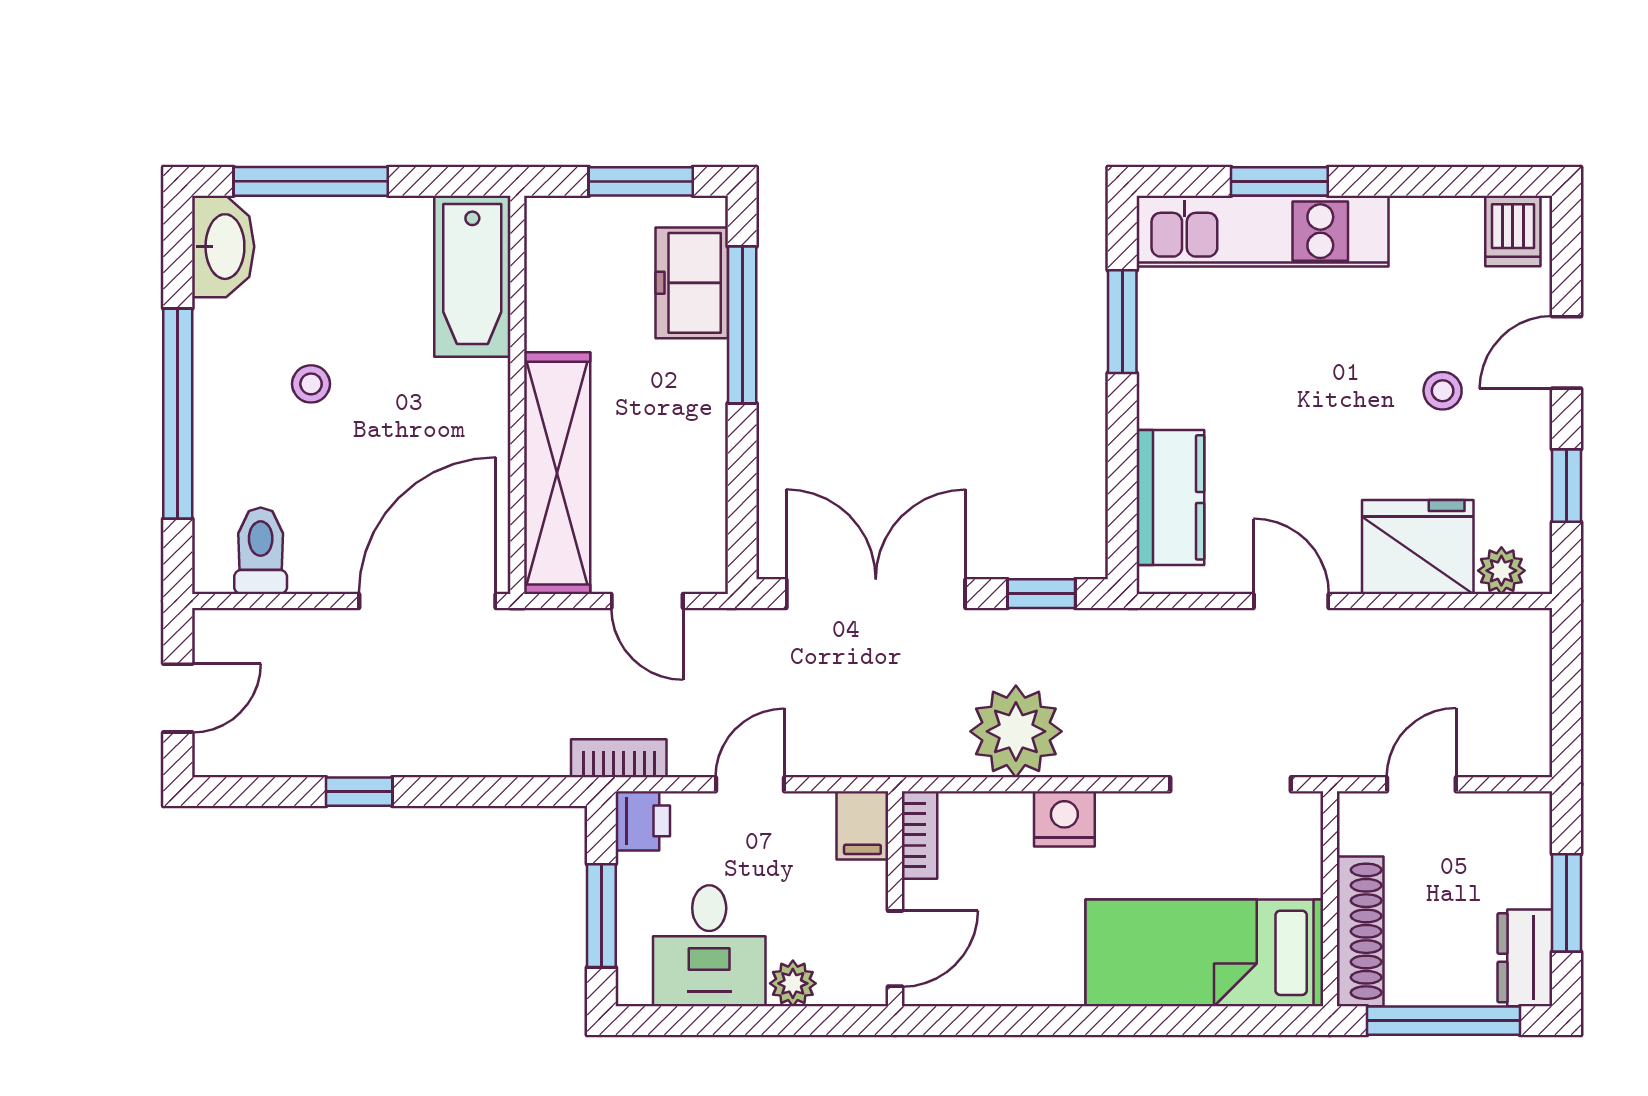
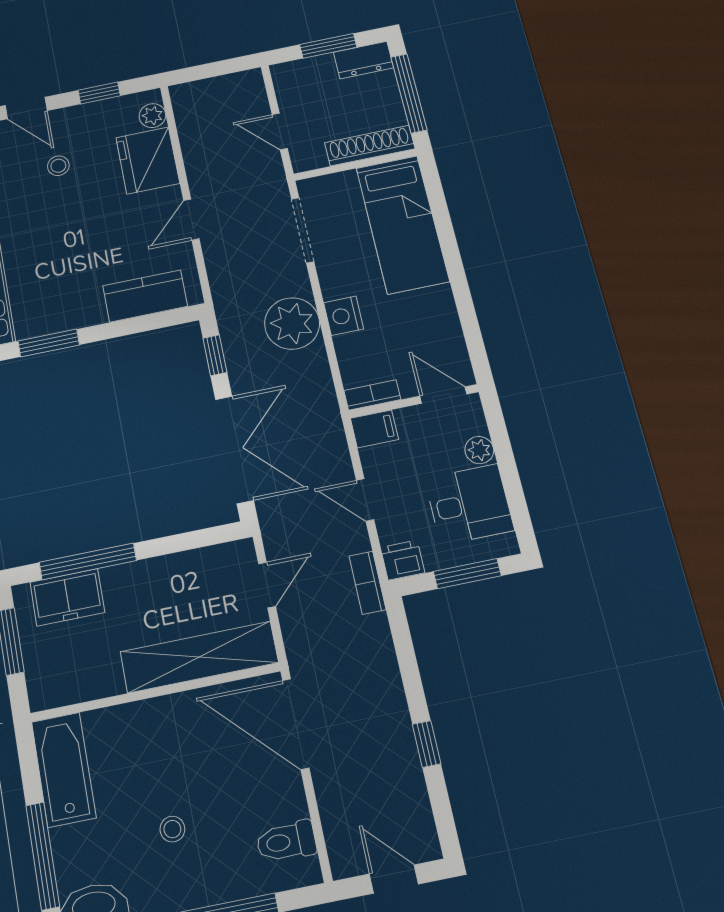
bathtub: (472, 276) -> (64, 770), moved, turned -90
double door: (876, 594) -> (234, 449), swing flipped
plant: (1016, 731) -> (292, 323), moved

